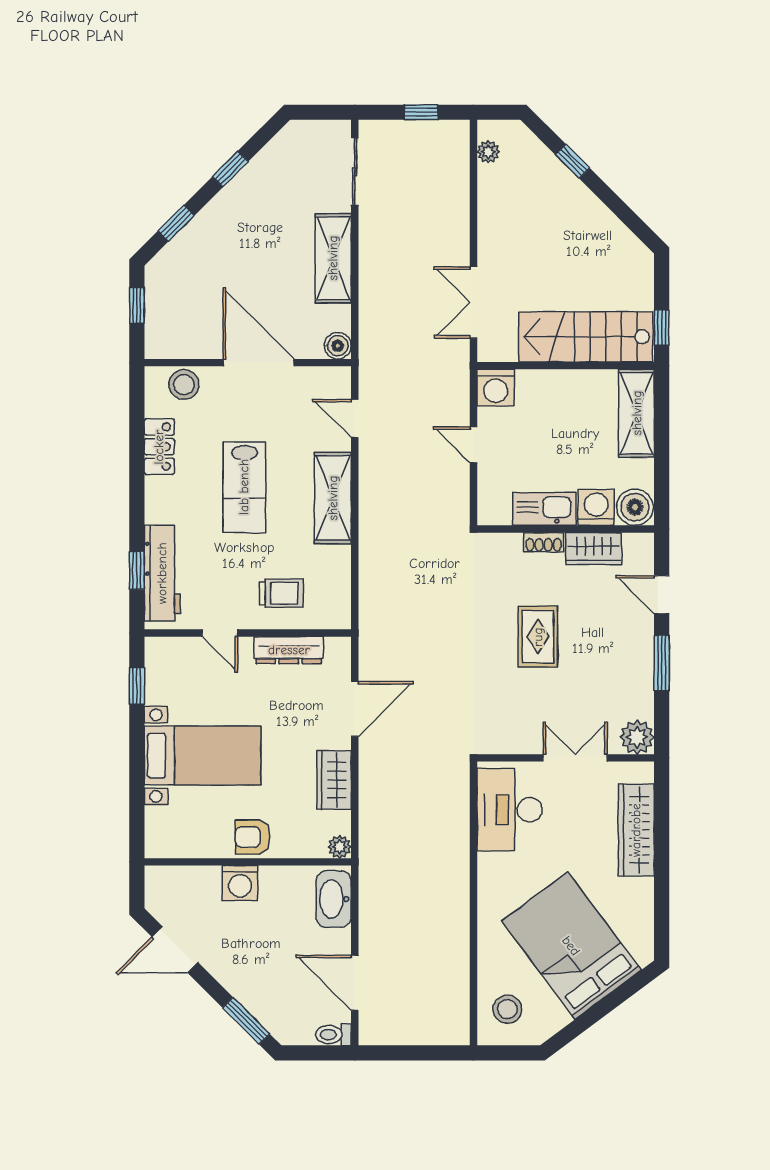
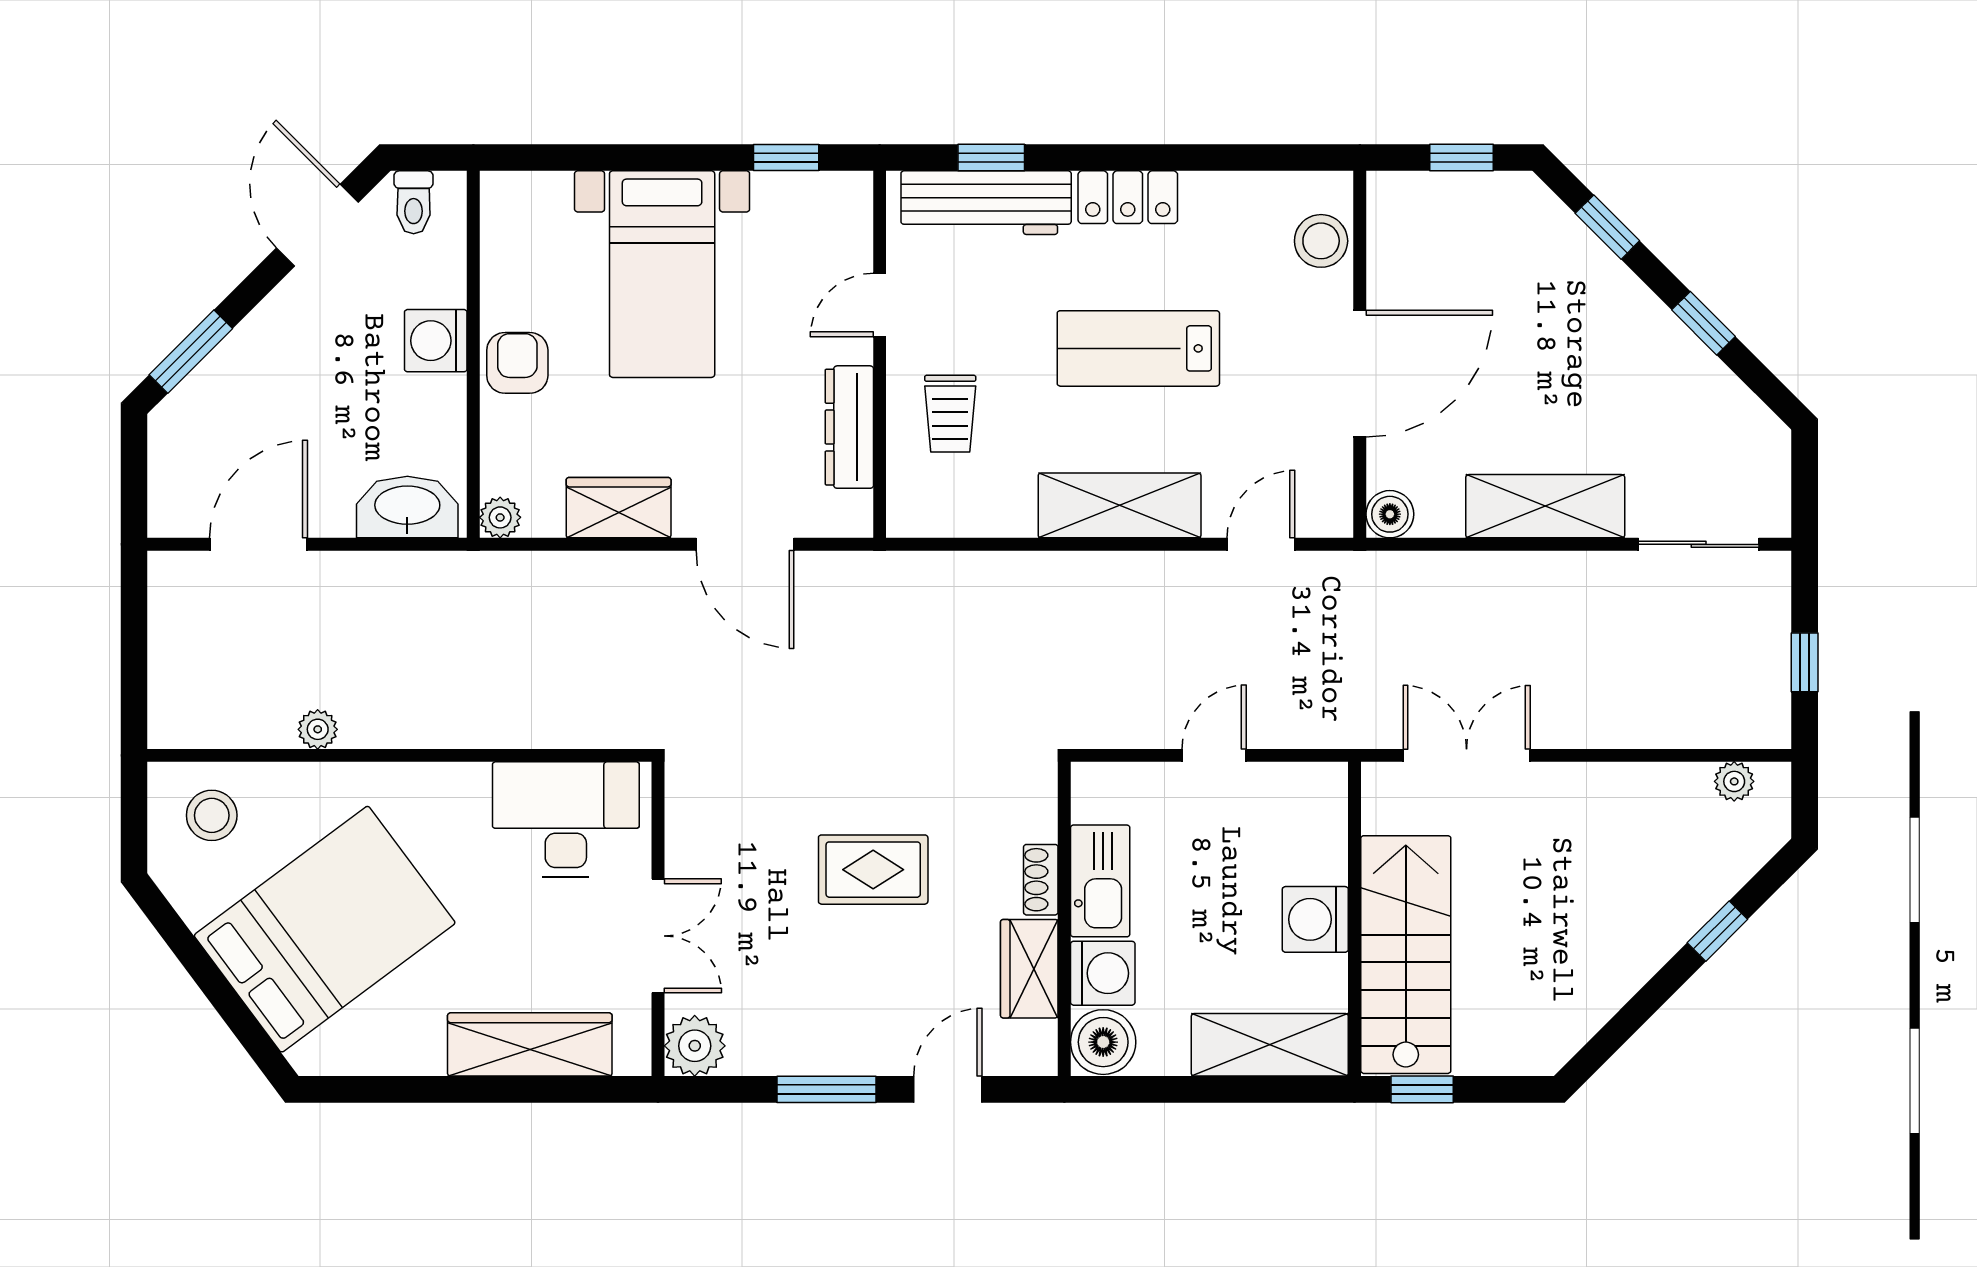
washing machine: (496, 388) -> (1315, 919), moved
locker: (159, 447) -> (1128, 197), moved
plant: (459, 949) -> (318, 729), added
toilet: (333, 1035) -> (414, 202), moved, turned 180

